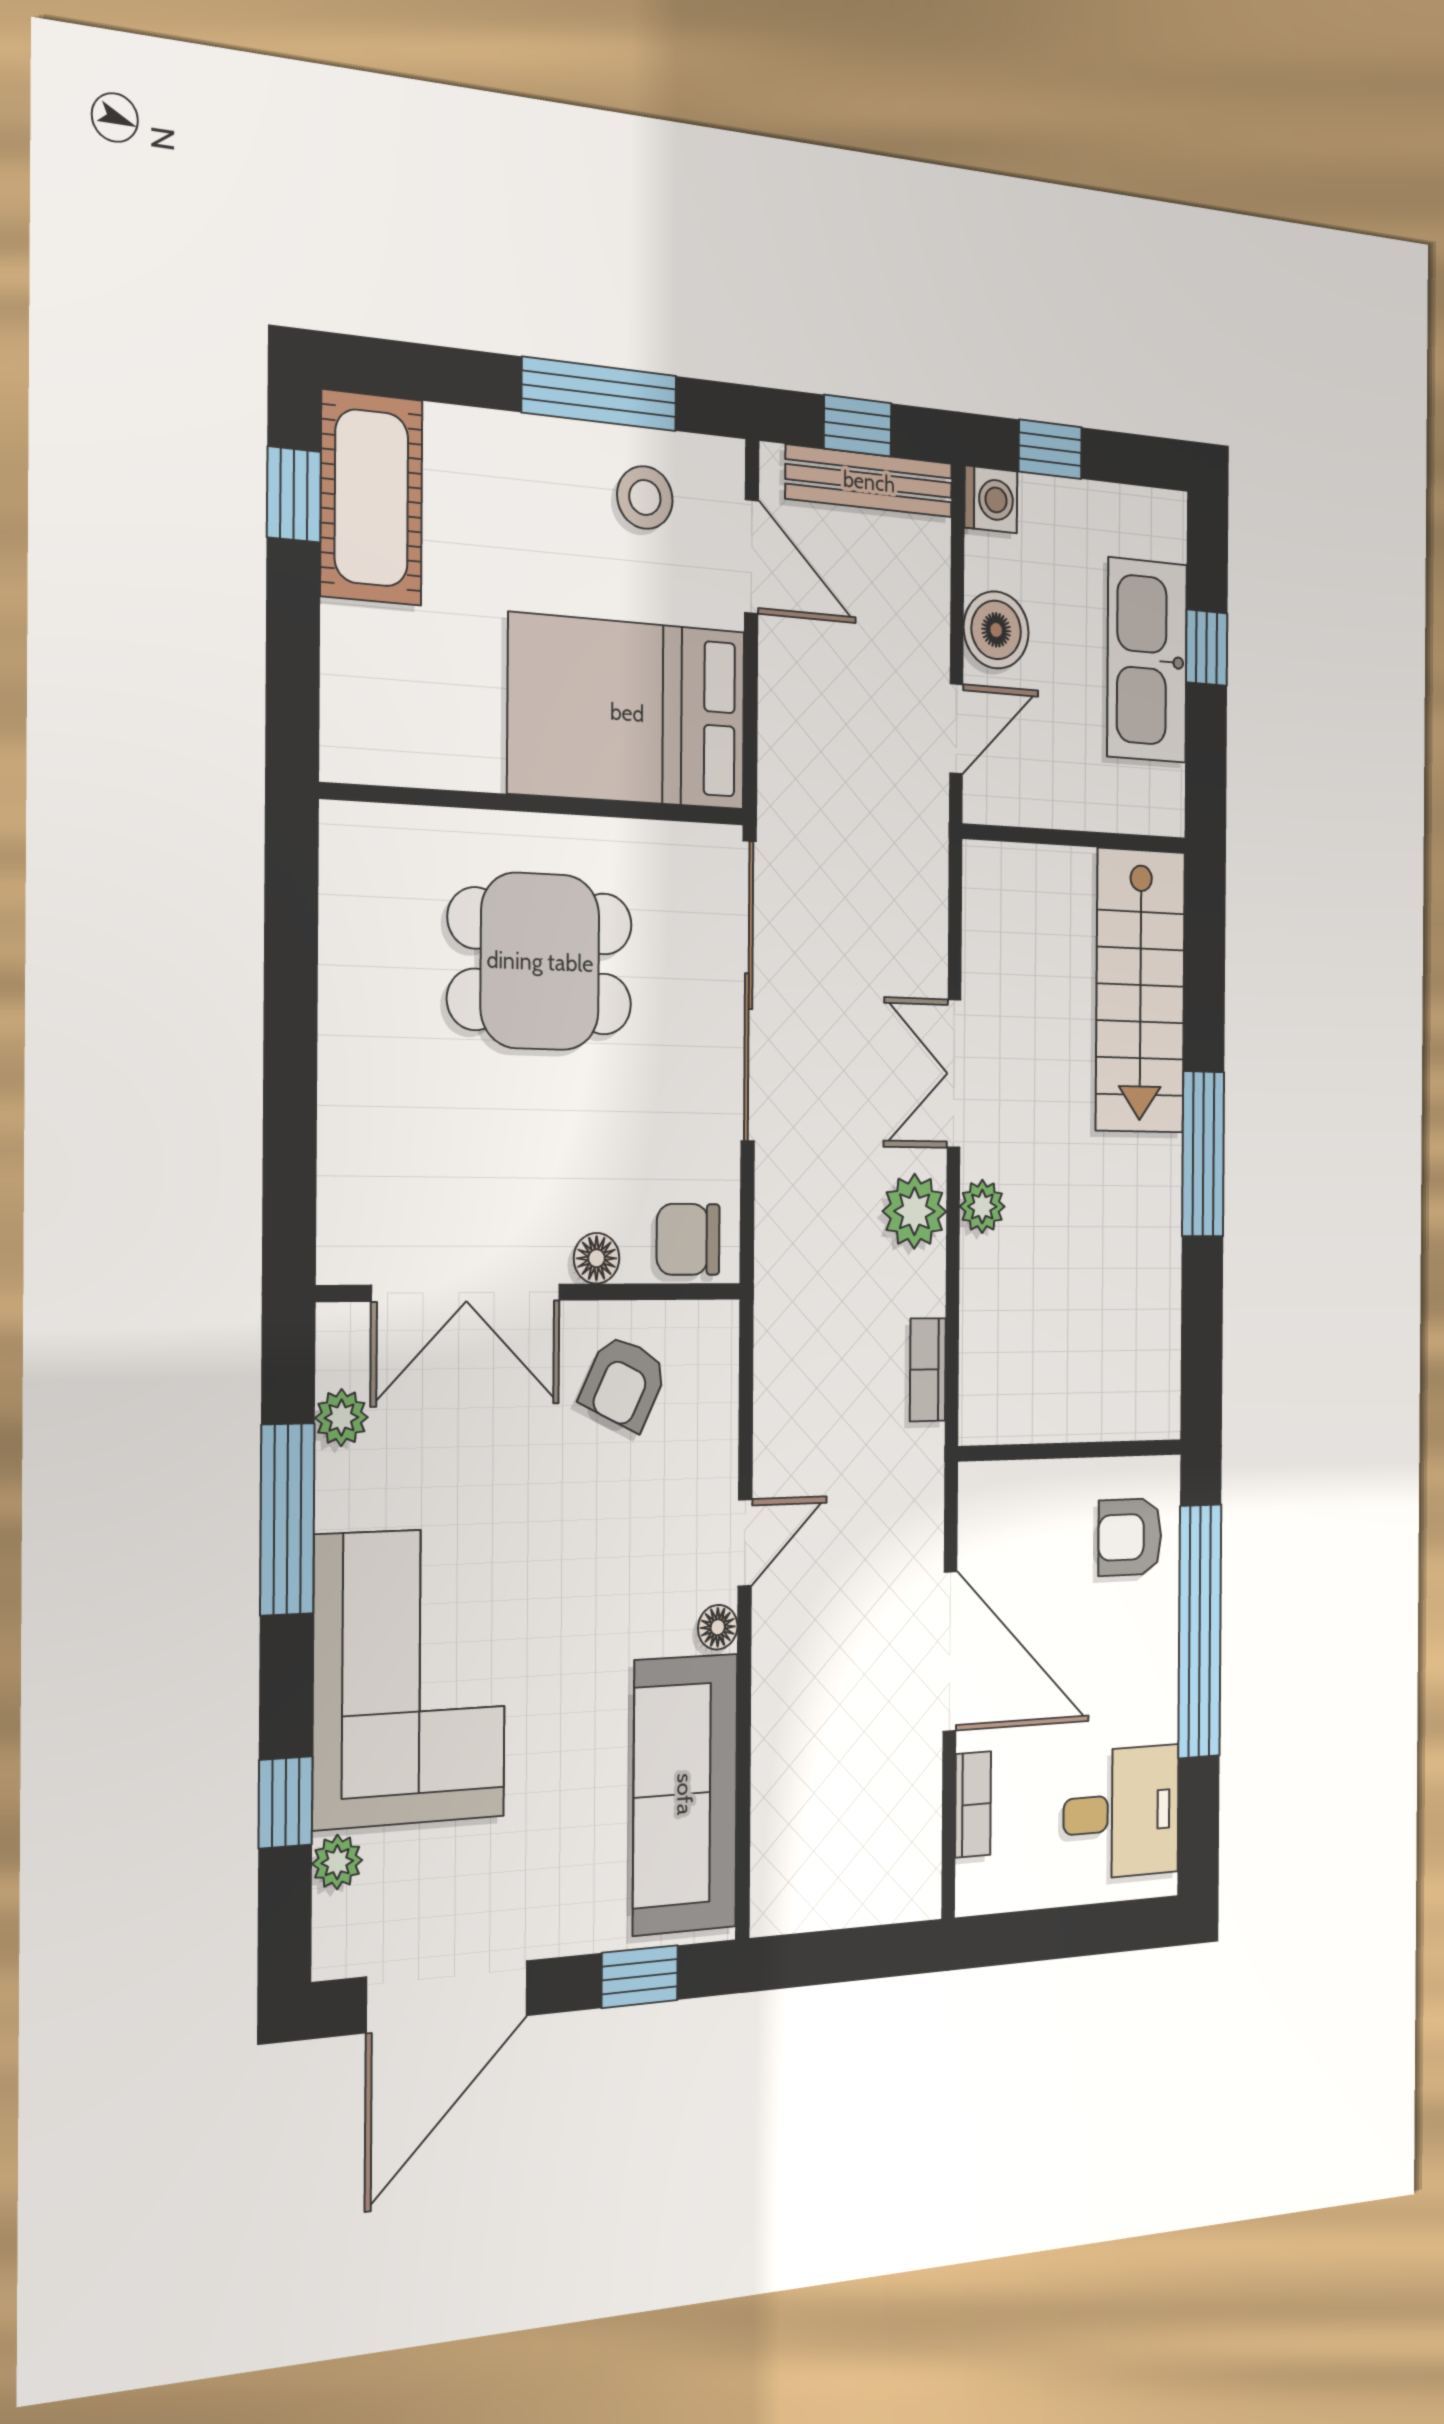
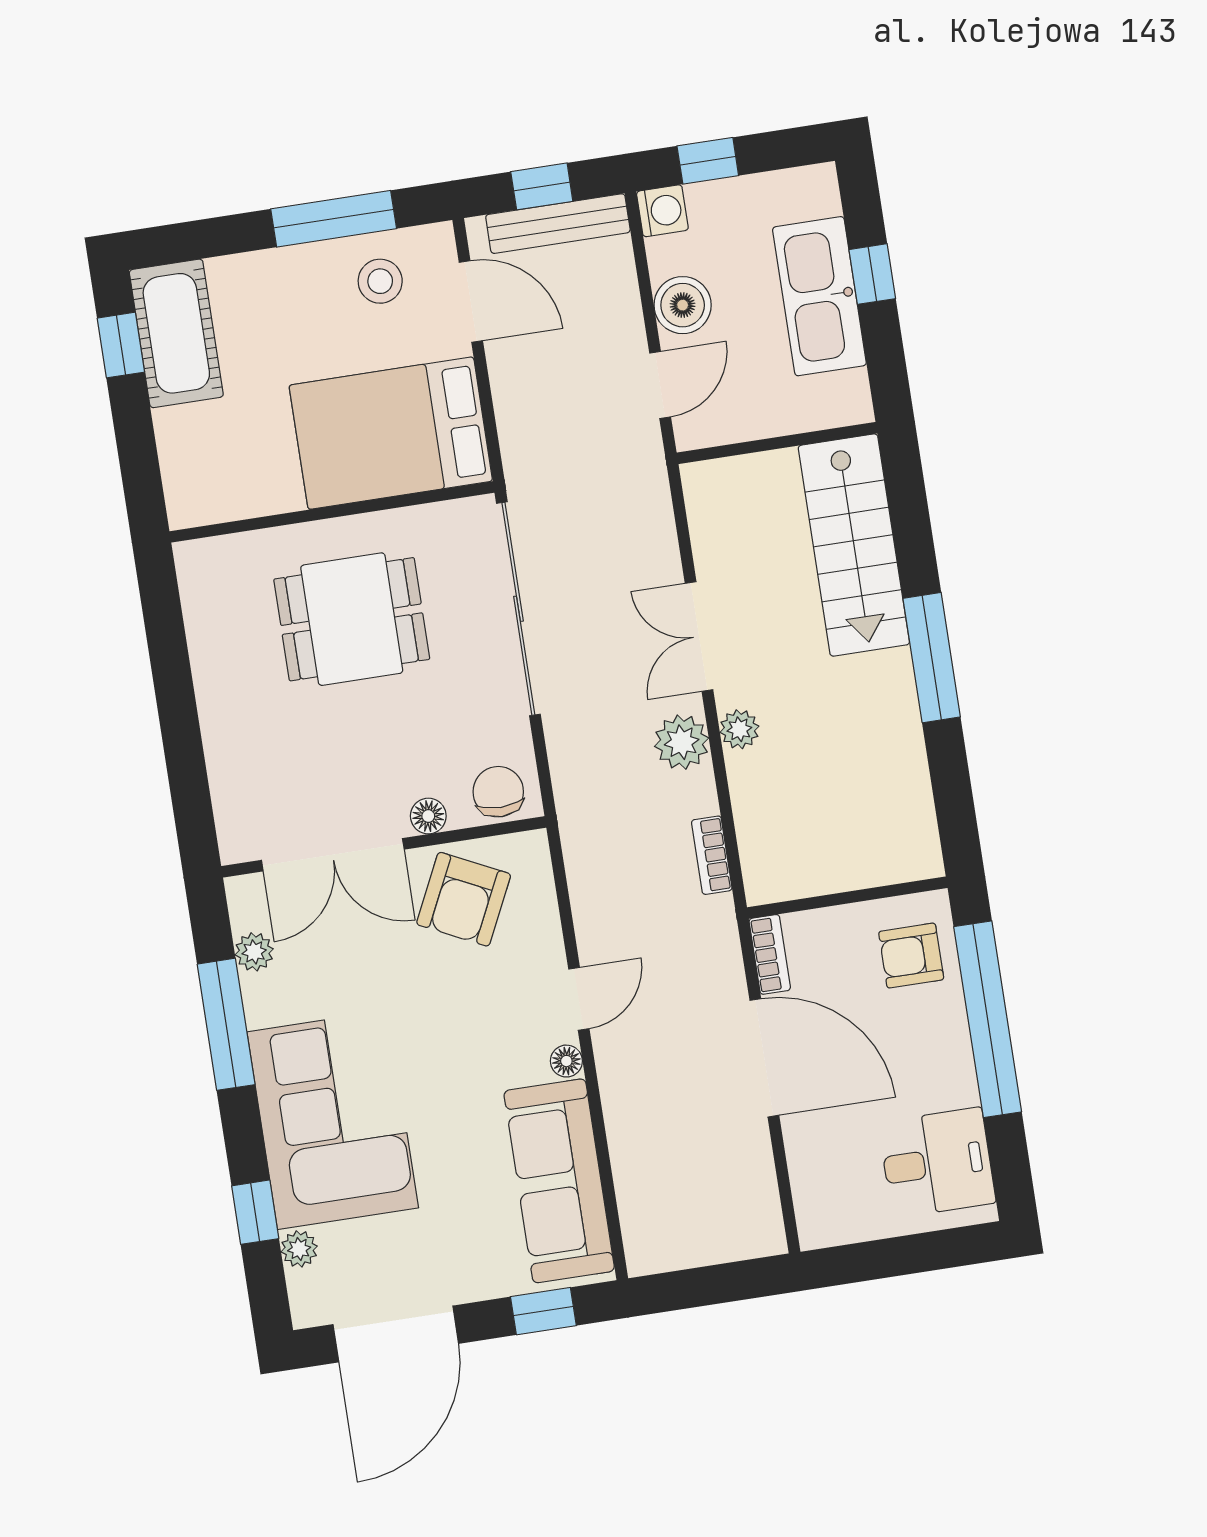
chair: (688, 1239) -> (498, 792), turned 90
armchair: (624, 1383) -> (464, 899), width x1.38, depth x1.38
bookcase: (973, 1804) -> (770, 954), moved

